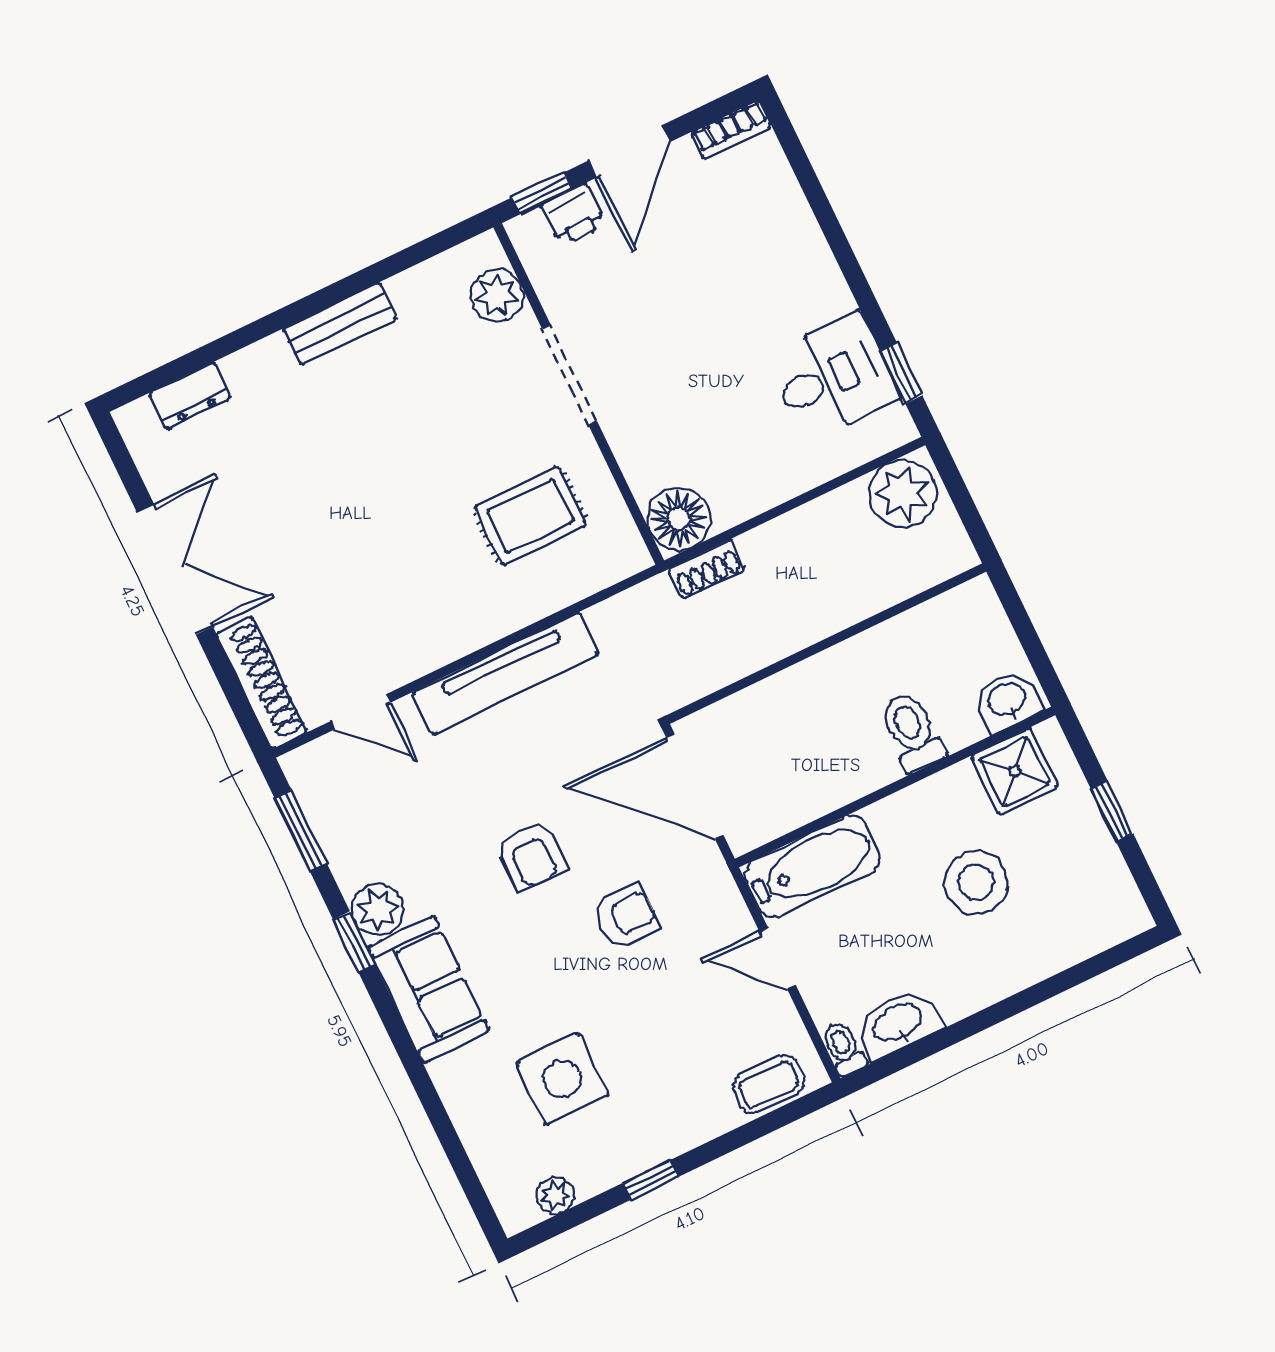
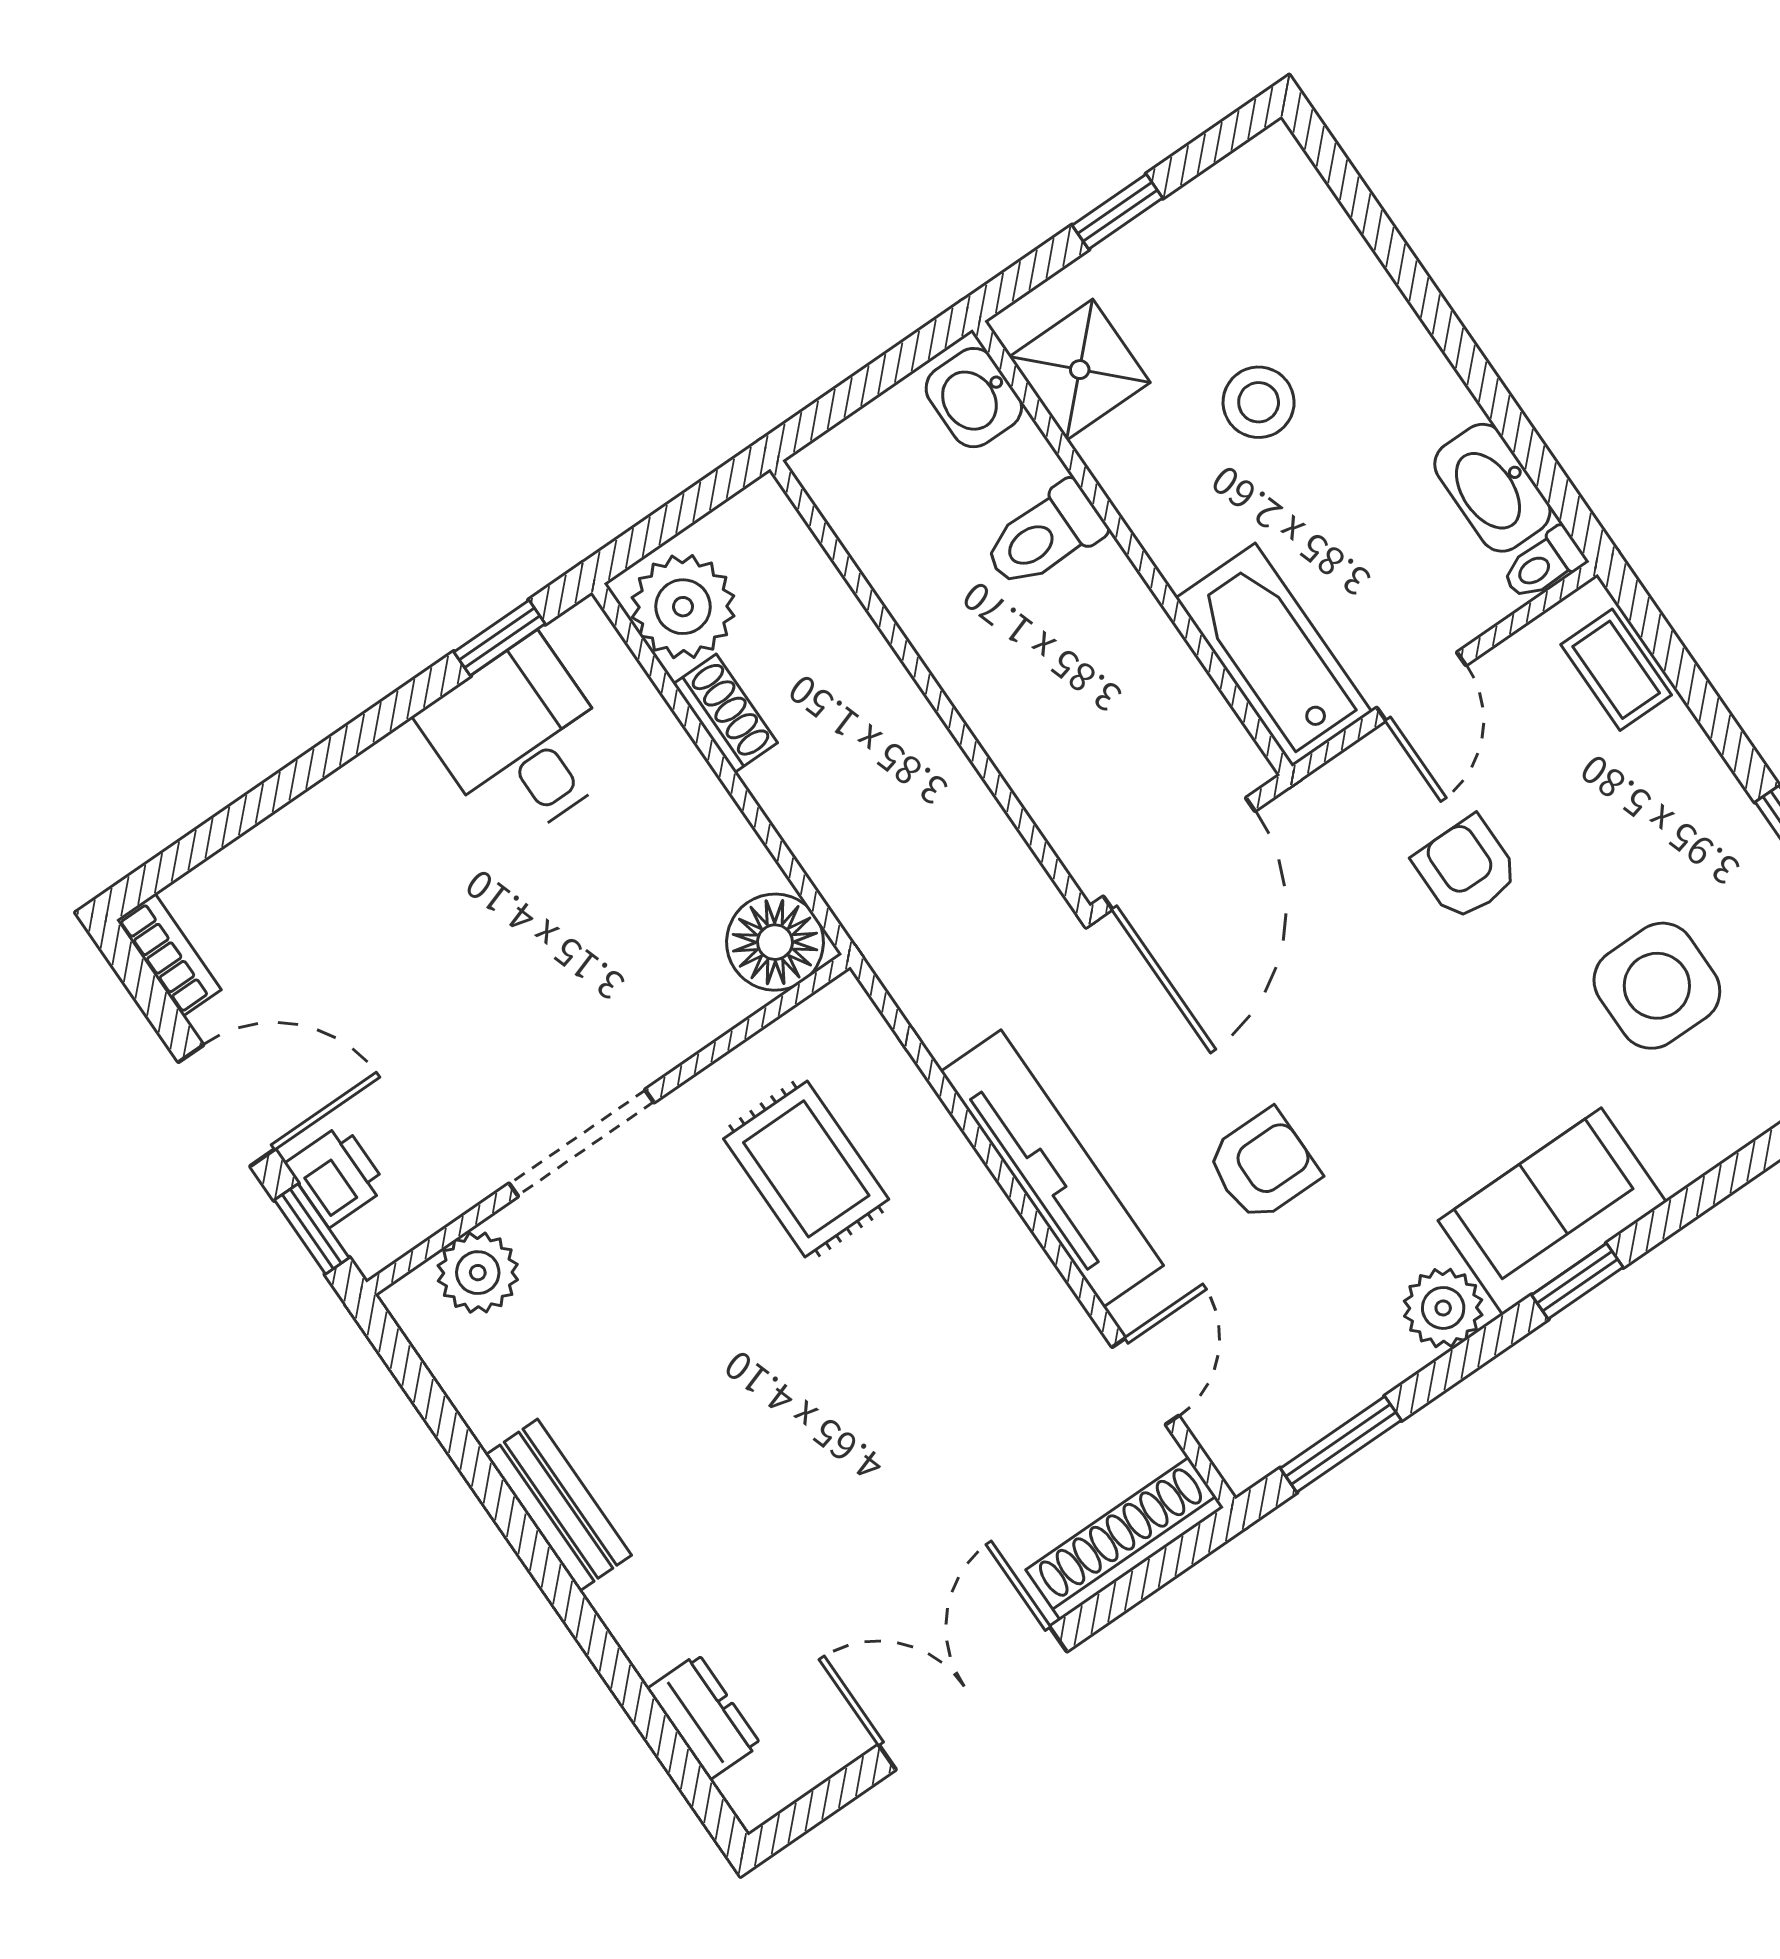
shoe rack: (707, 569) -> (725, 713), moved
armchair: (531, 855) -> (1263, 1165), moved
stool: (976, 882) -> (1259, 402), width x0.73, depth x0.73
armchair: (626, 916) -> (1466, 868), moved
window: (354, 942) -> (1577, 1281), moved

